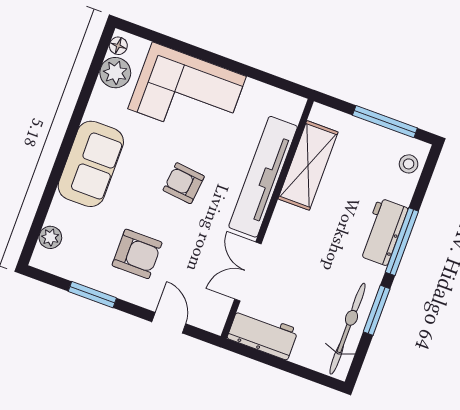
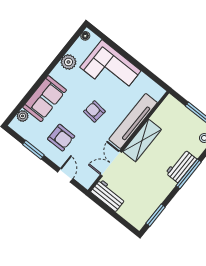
plant: (115, 73) -> (68, 62), moved
sofa: (91, 164) -> (45, 99), moved
shelving: (308, 165) -> (142, 140), moved
window: (377, 310) -> (155, 215), moved
bicycle: (347, 329) -> (149, 206), removed

